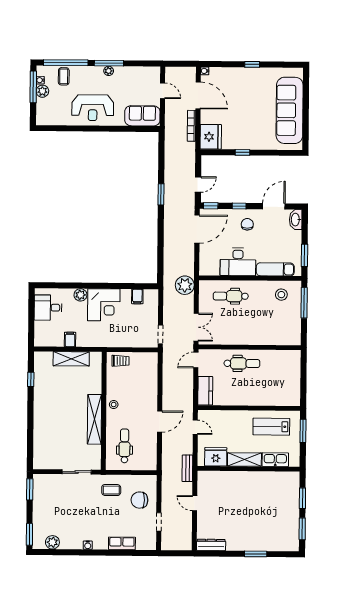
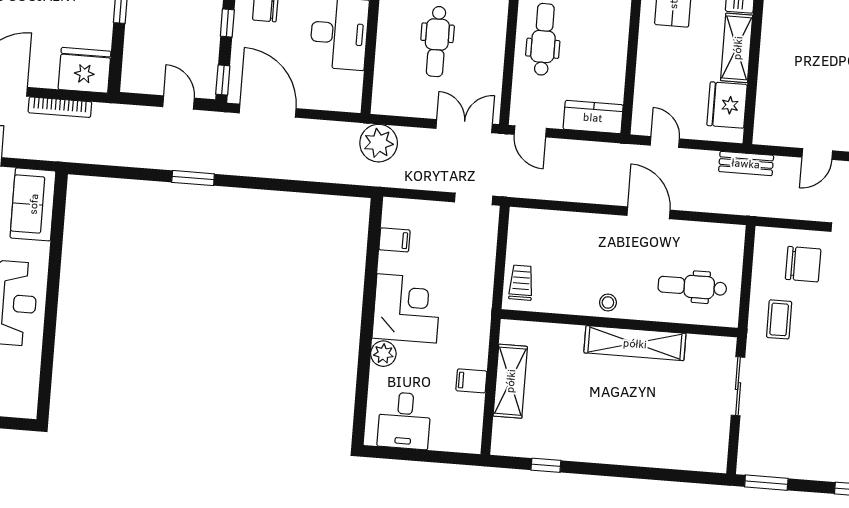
dental chair: (231, 296) -> (437, 41), moved
door: (195, 427) -> (665, 142), hinge flipped
chair: (139, 500) -> (803, 264), turned -90

